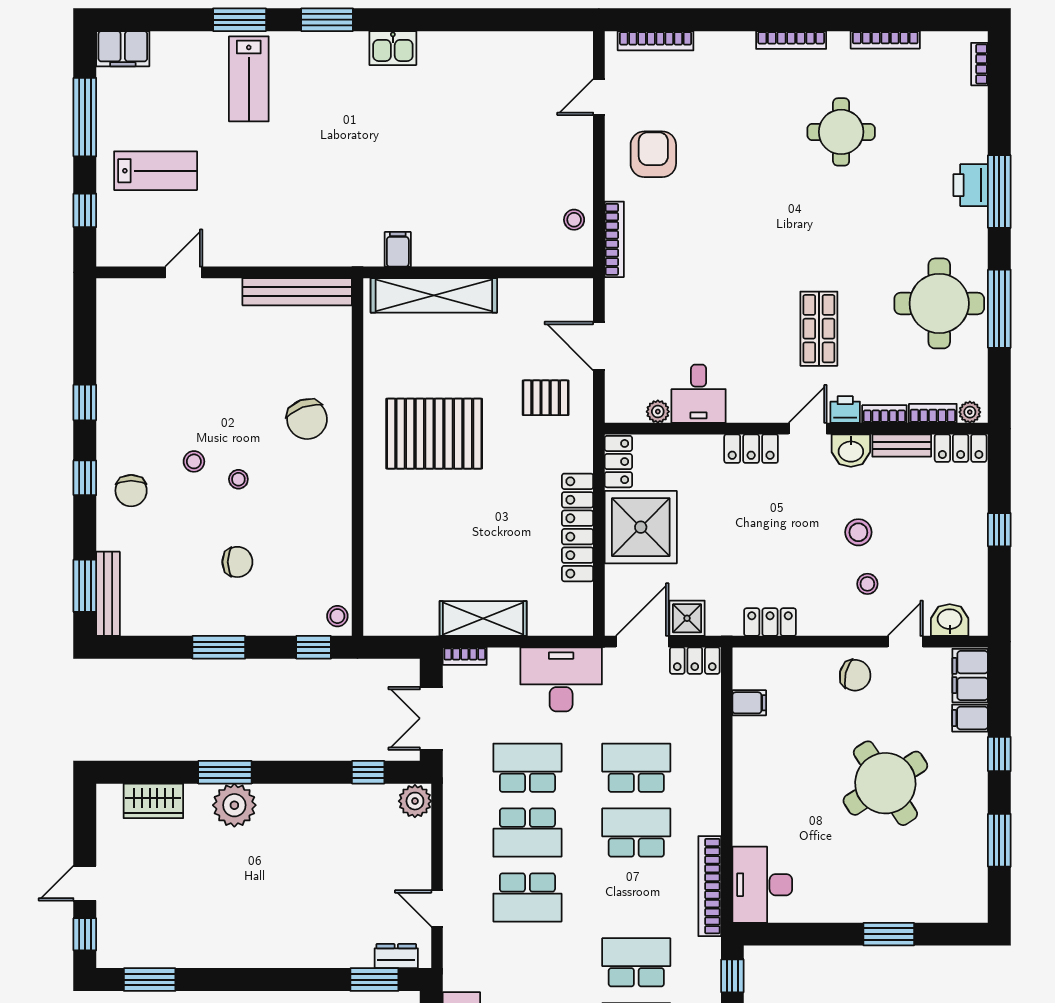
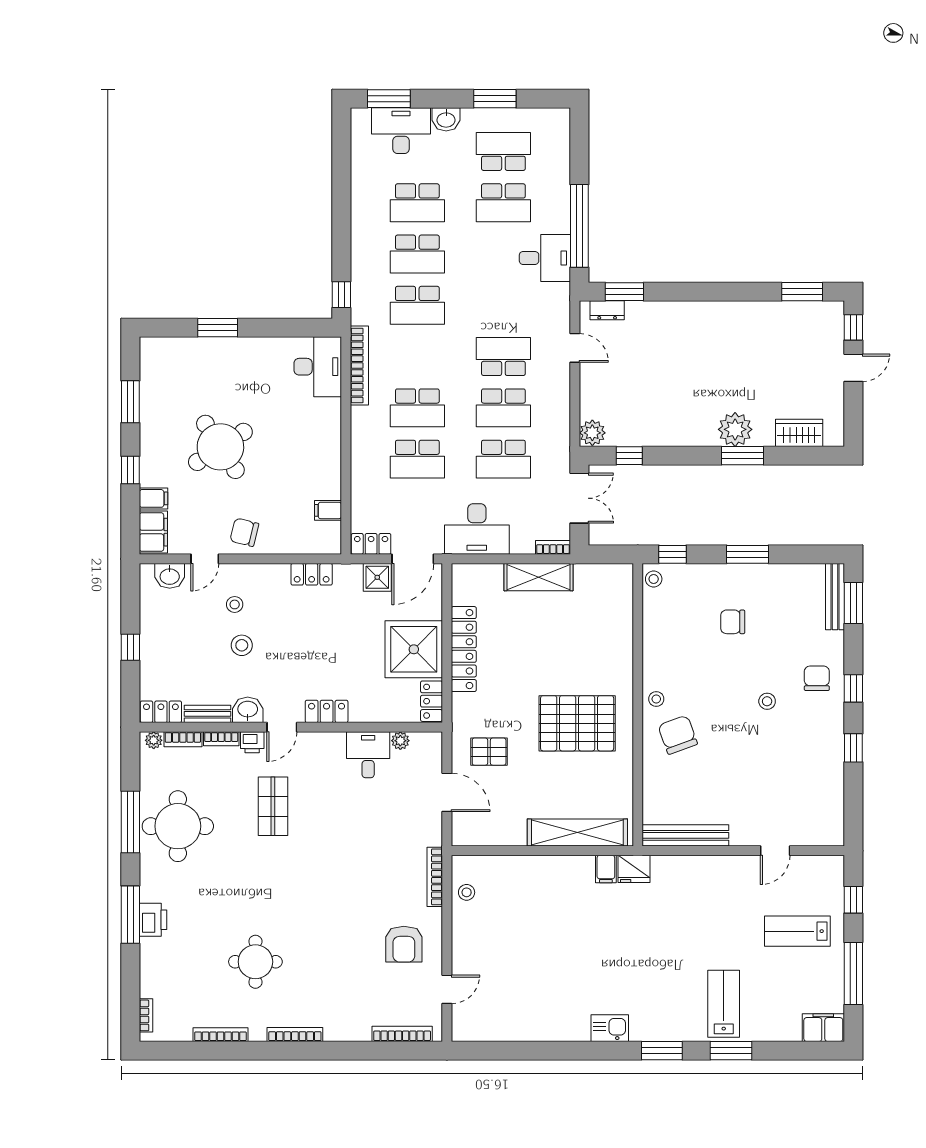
fridge: (362, 249) -> (634, 869), added
stool: (238, 479) -> (656, 699), moved
school desk: (527, 833) -> (503, 408), turned 180

